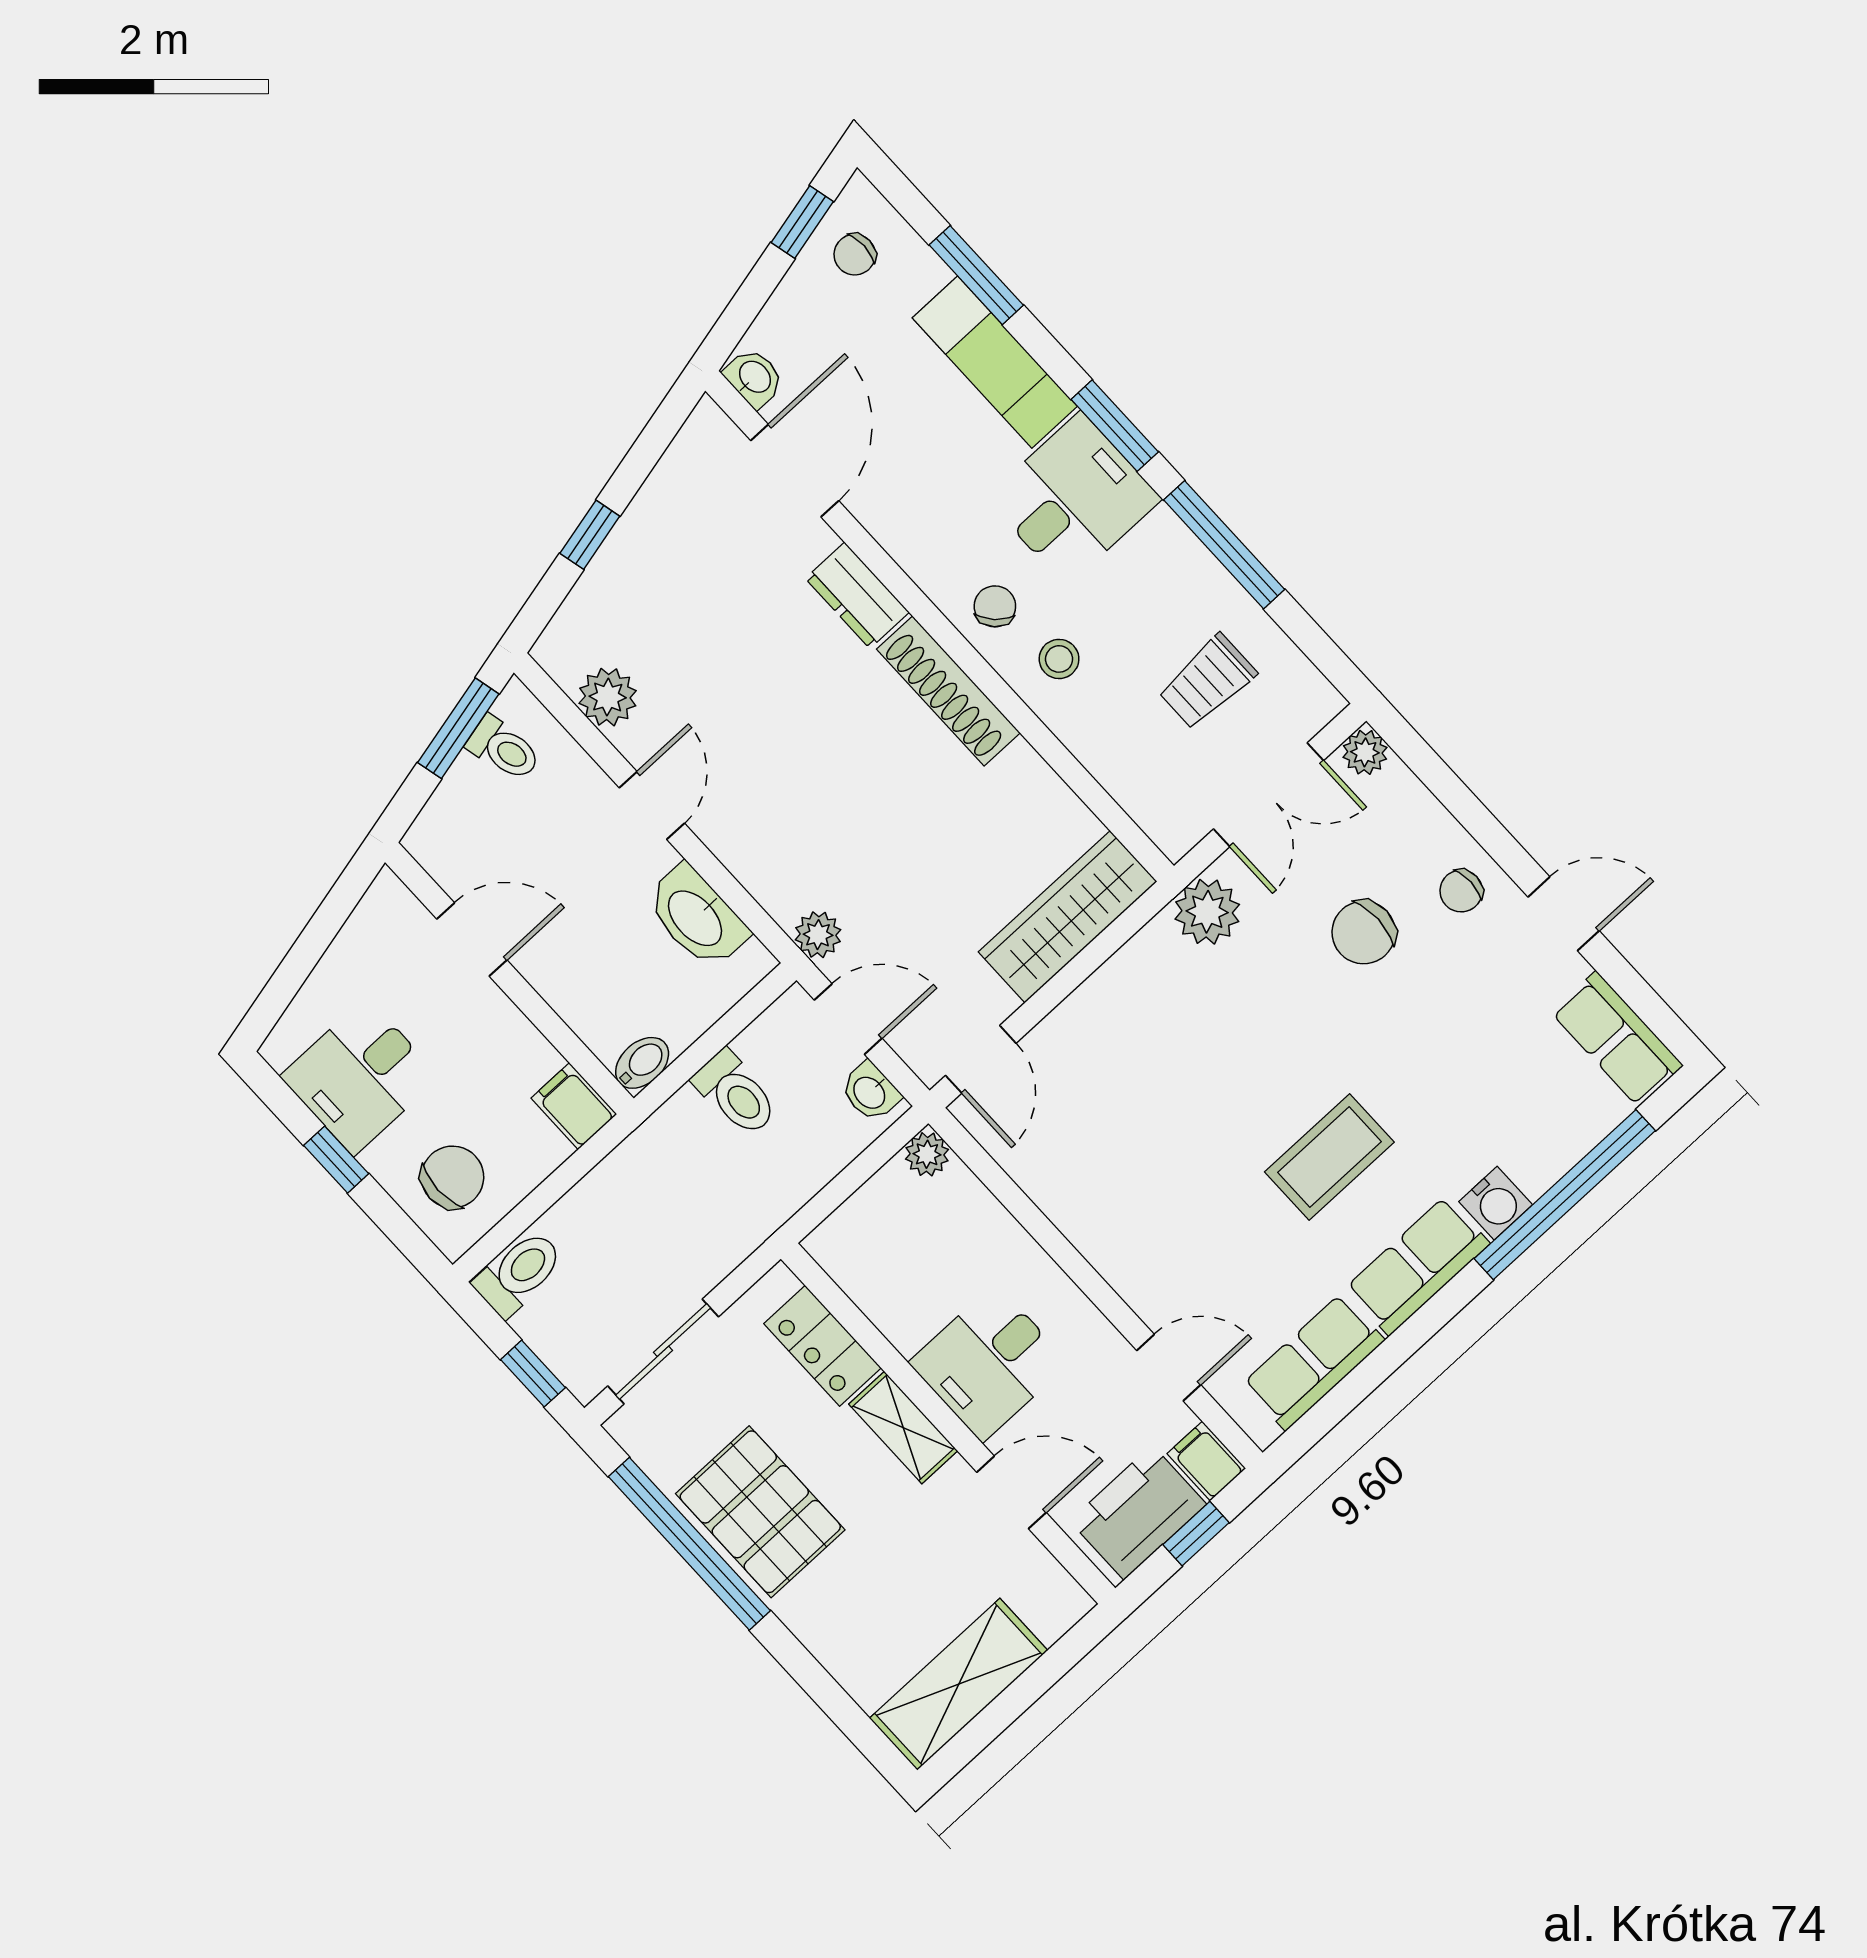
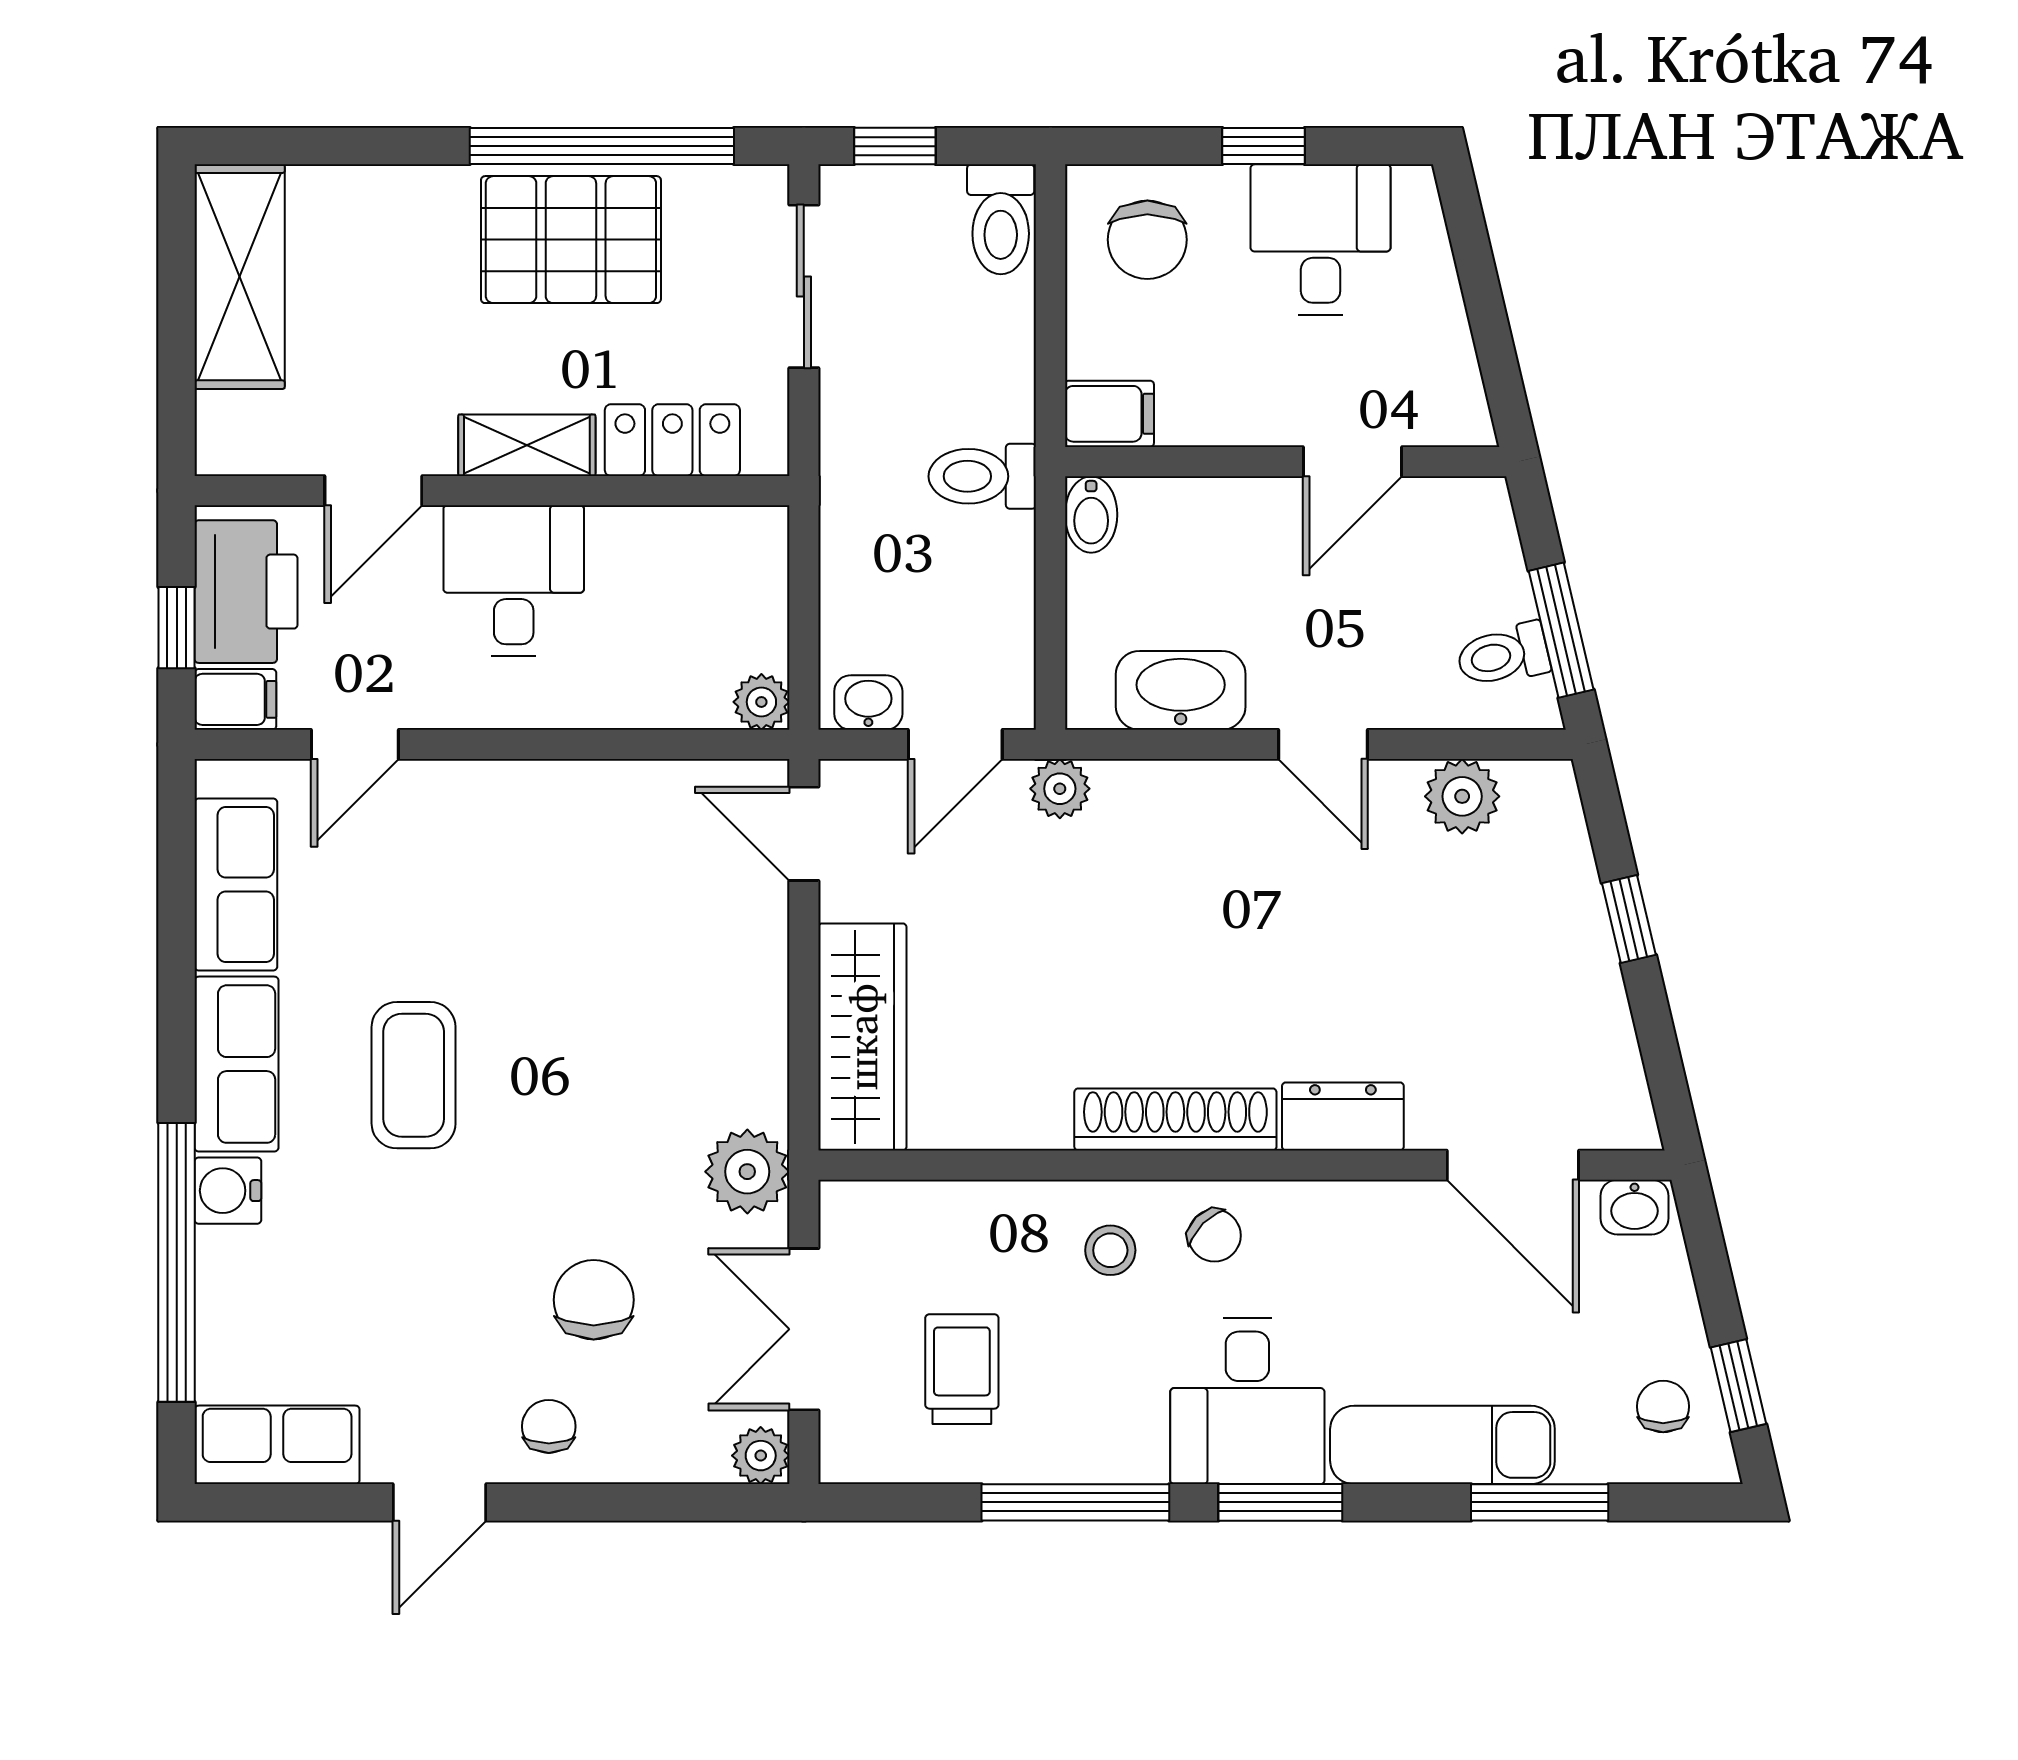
toilet: (736, 1093) -> (982, 476), moved

